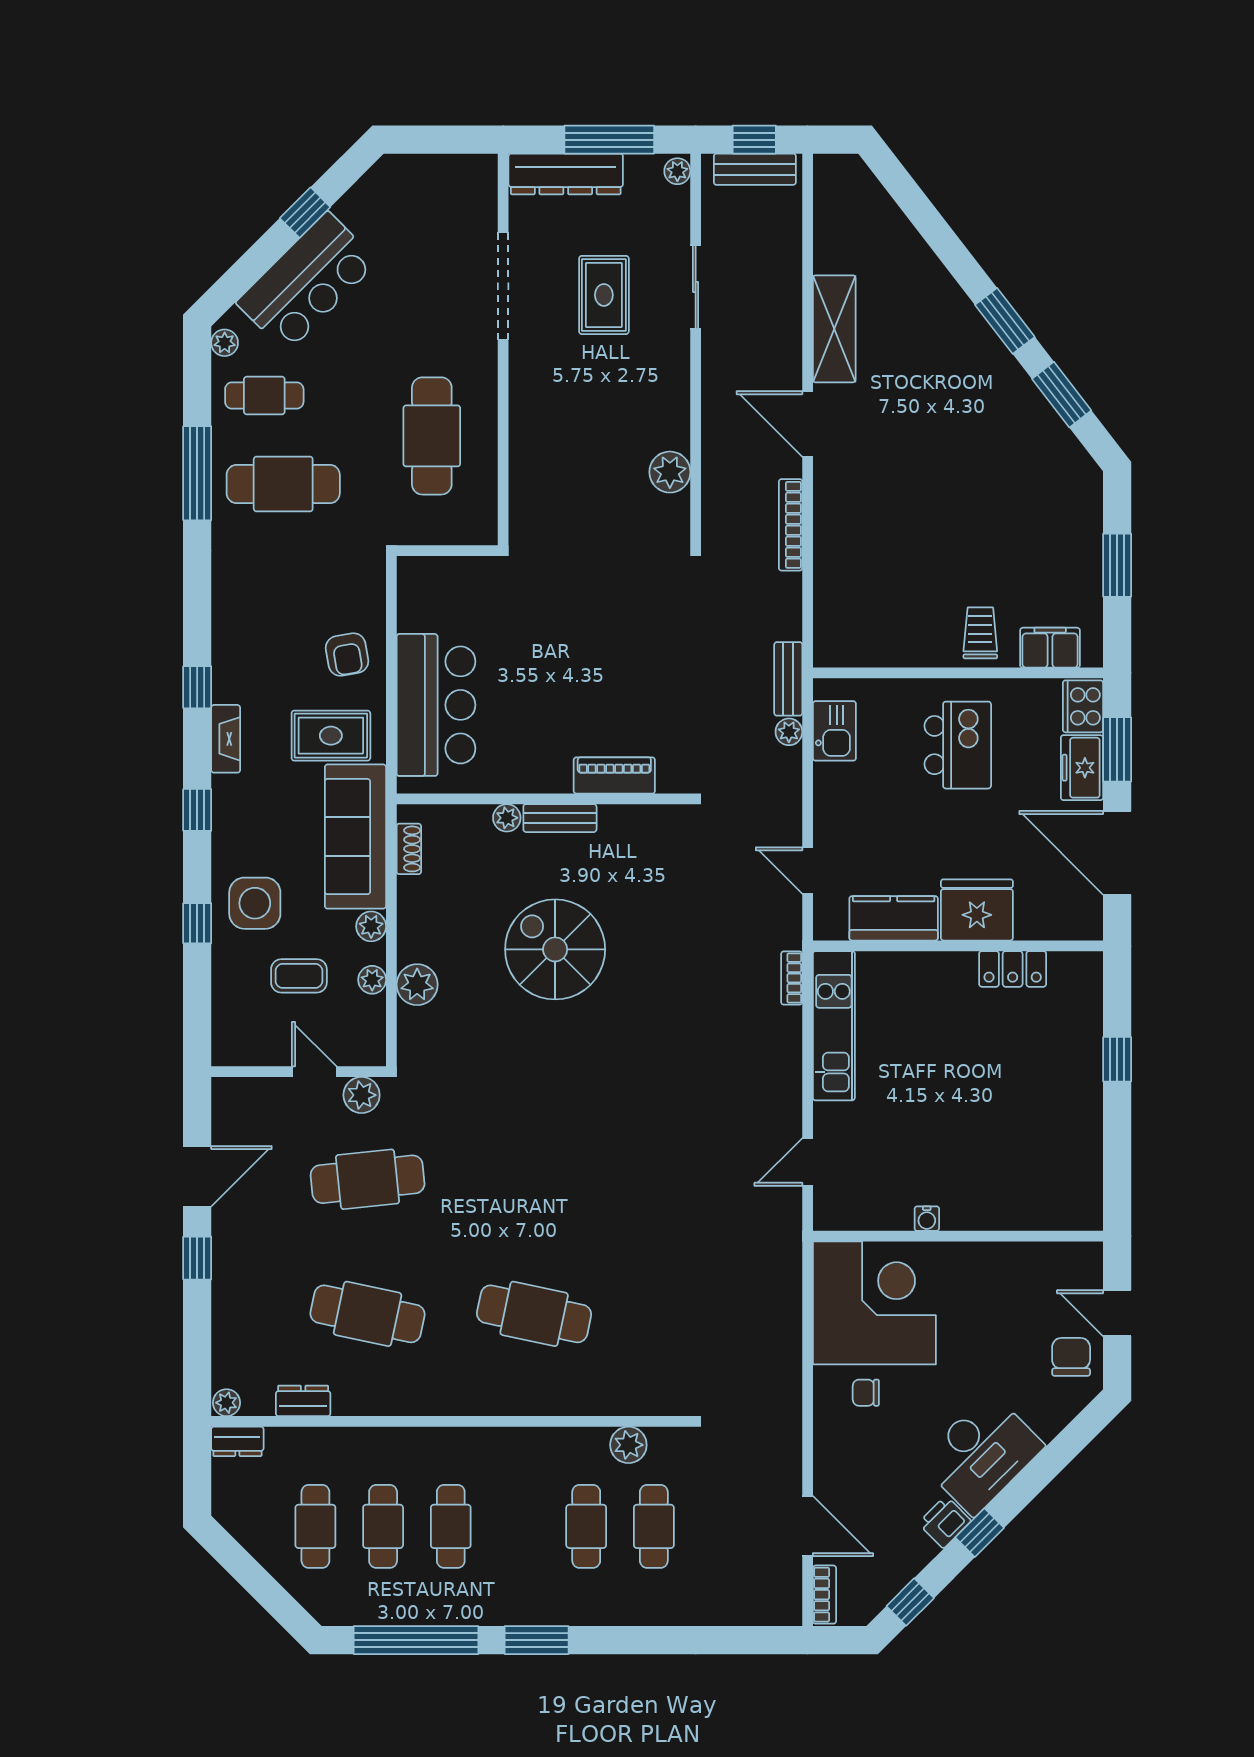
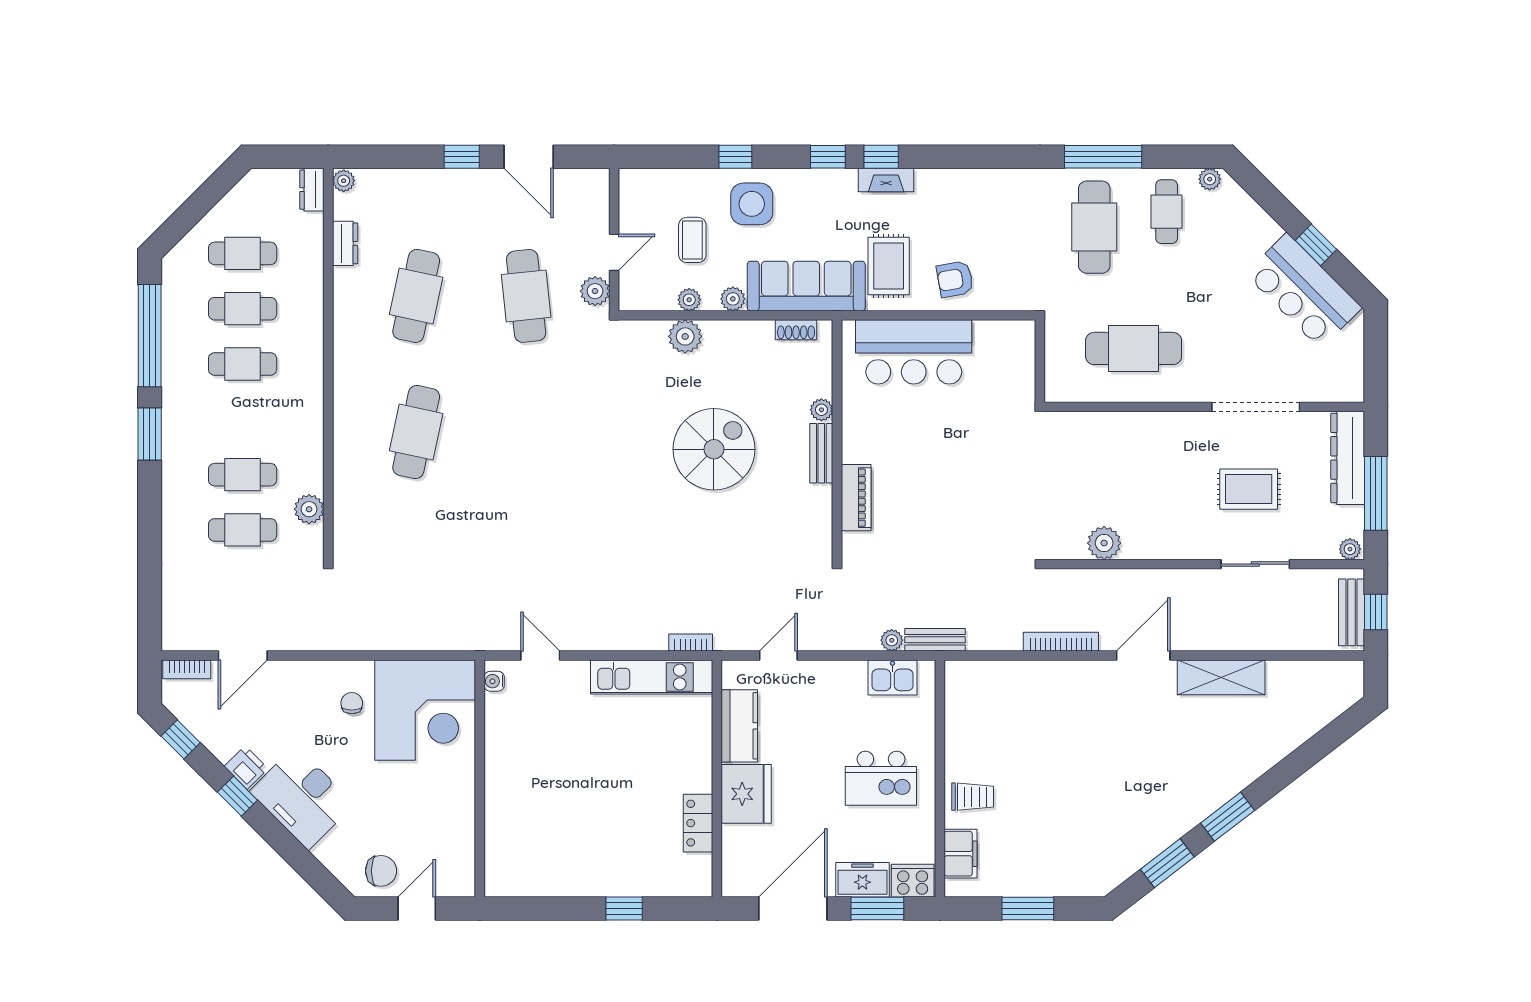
bar counter: (307, 282) -> (1304, 291), moved
window: (197, 687) -> (881, 157), moved
water cooler: (927, 1219) -> (494, 681), moved

